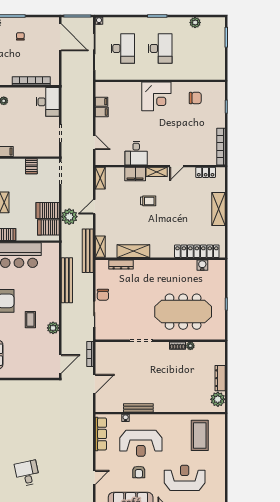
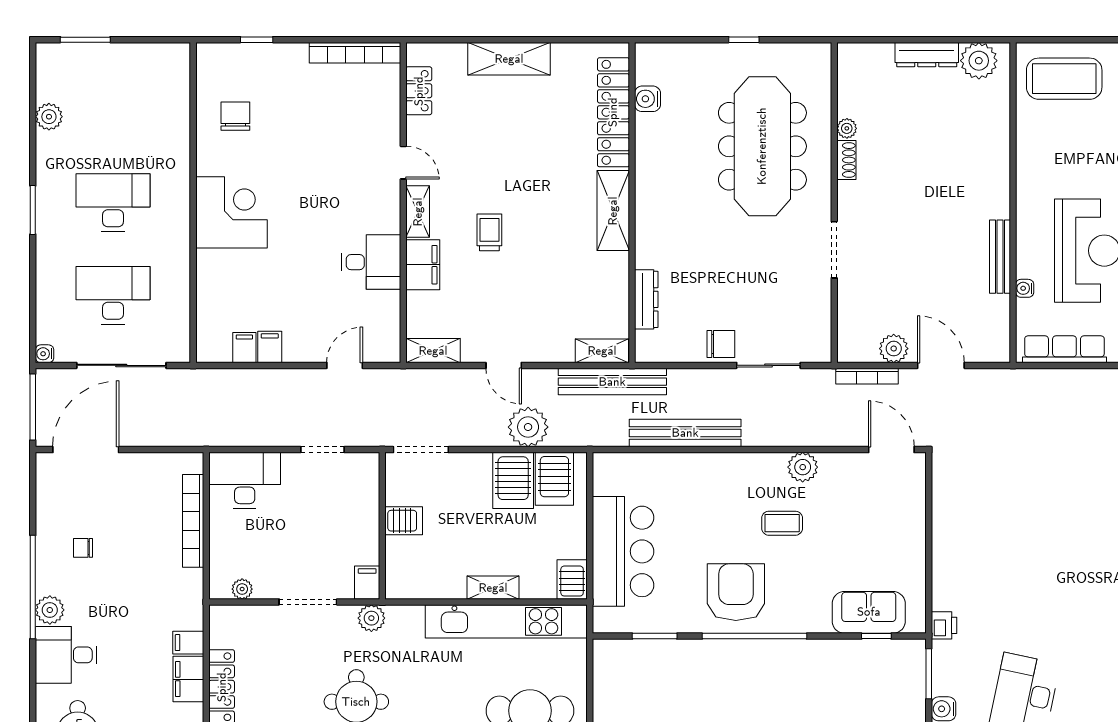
shelving: (133, 251) -> (613, 211), moved
plant: (101, 365) -> (894, 349), added
coffee table: (200, 435) -> (1064, 79), moved

